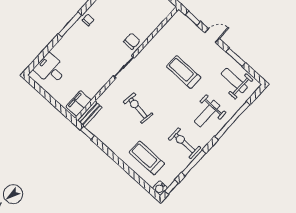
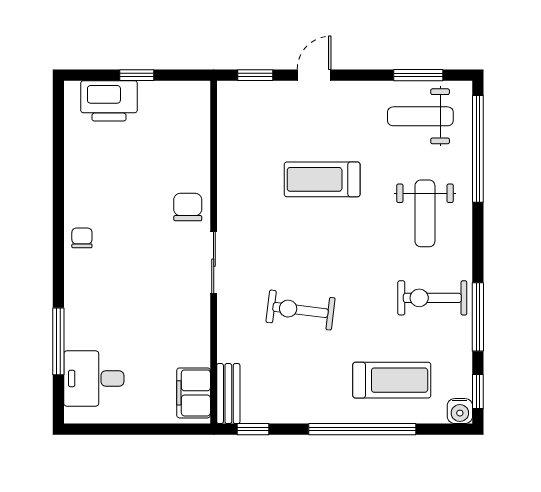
window: (70, 25) -> (58, 341), moved
window: (236, 57) -> (418, 75), moved
window: (232, 120) -> (478, 149), moved
treadmill: (147, 158) -> (392, 380), turned 180
window: (123, 165) -> (362, 429), added

